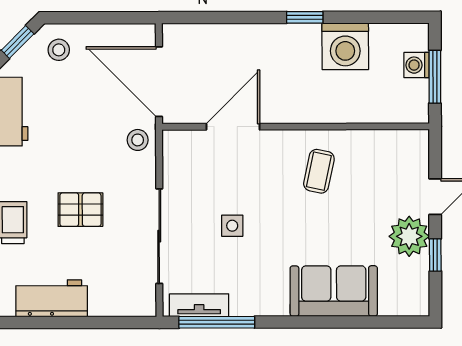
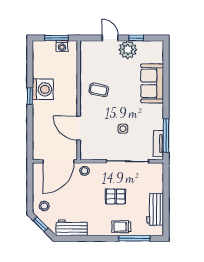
washing machine: (345, 46) -> (43, 89), moved
washing machine: (417, 65) -> (62, 46), moved
pallet: (80, 210) -> (116, 196), turned 90

